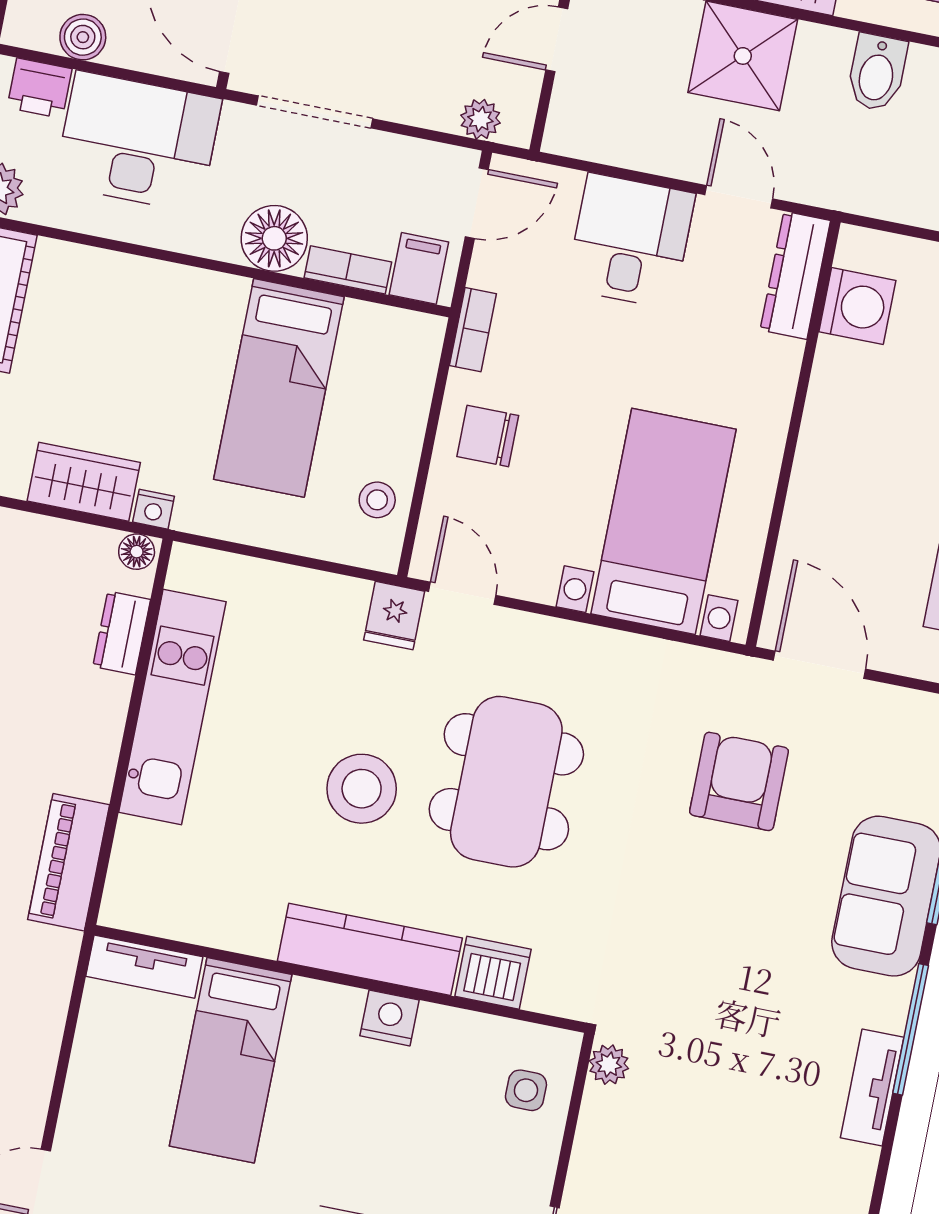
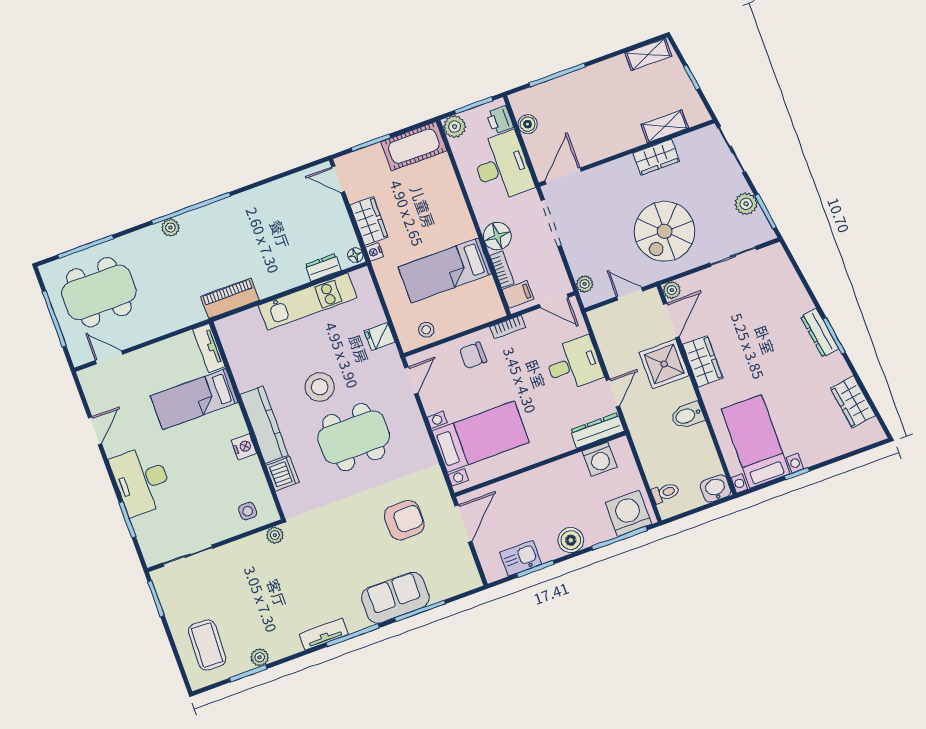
chair: (488, 436) -> (473, 355), turned -90
fridge: (394, 616) -> (380, 337), moved

